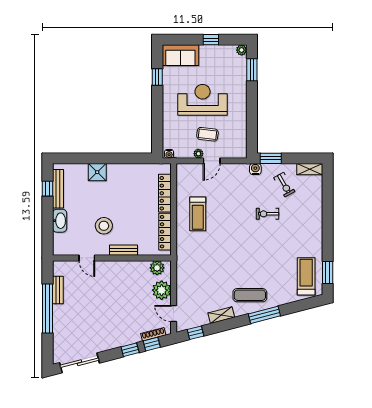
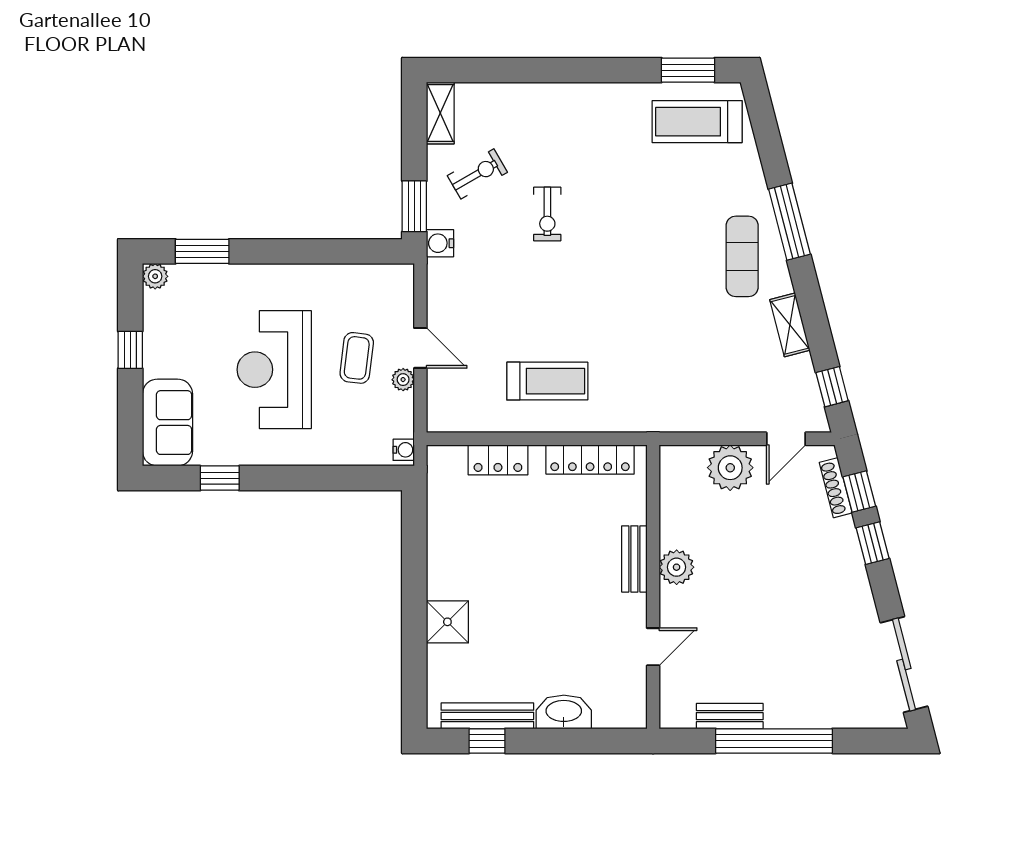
locker: (165, 193) -> (498, 460), width x0.66
stool: (104, 226) -> (576, 606), removed
plant: (157, 268) -> (677, 567), moved

